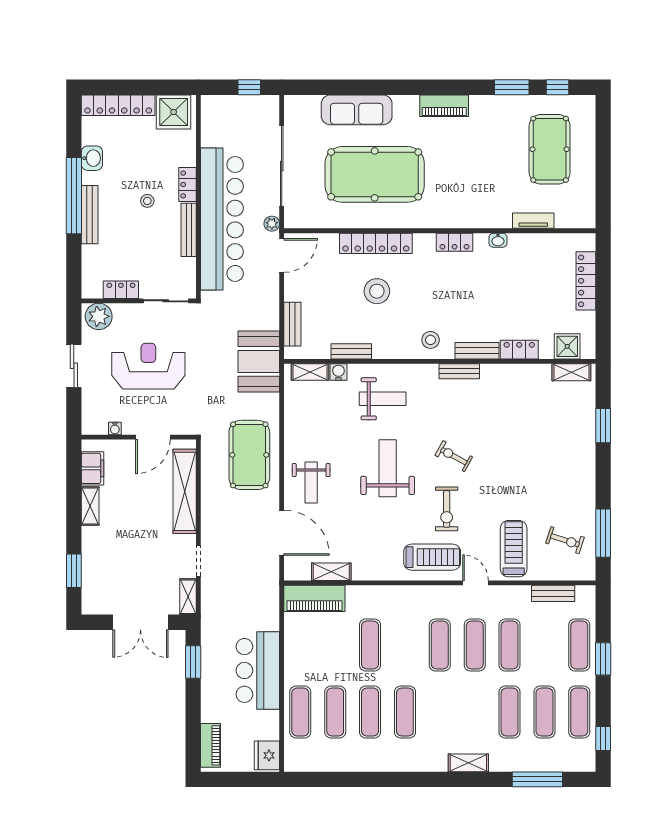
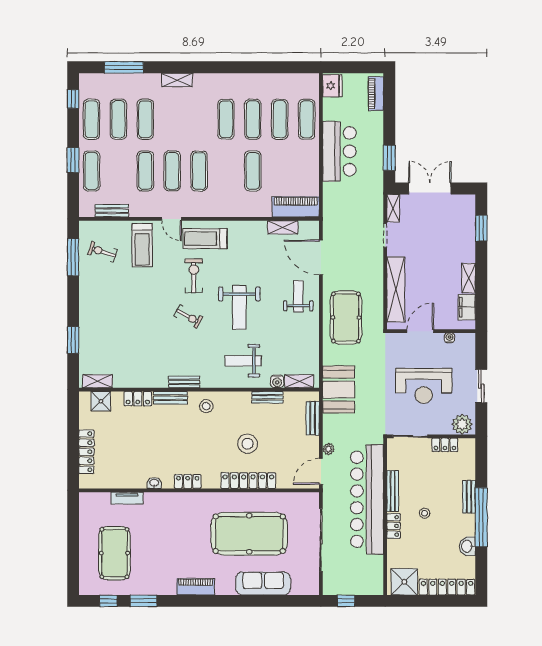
bench: (90, 215) -> (469, 497), width x0.73
plant: (272, 224) -> (329, 449), moved

